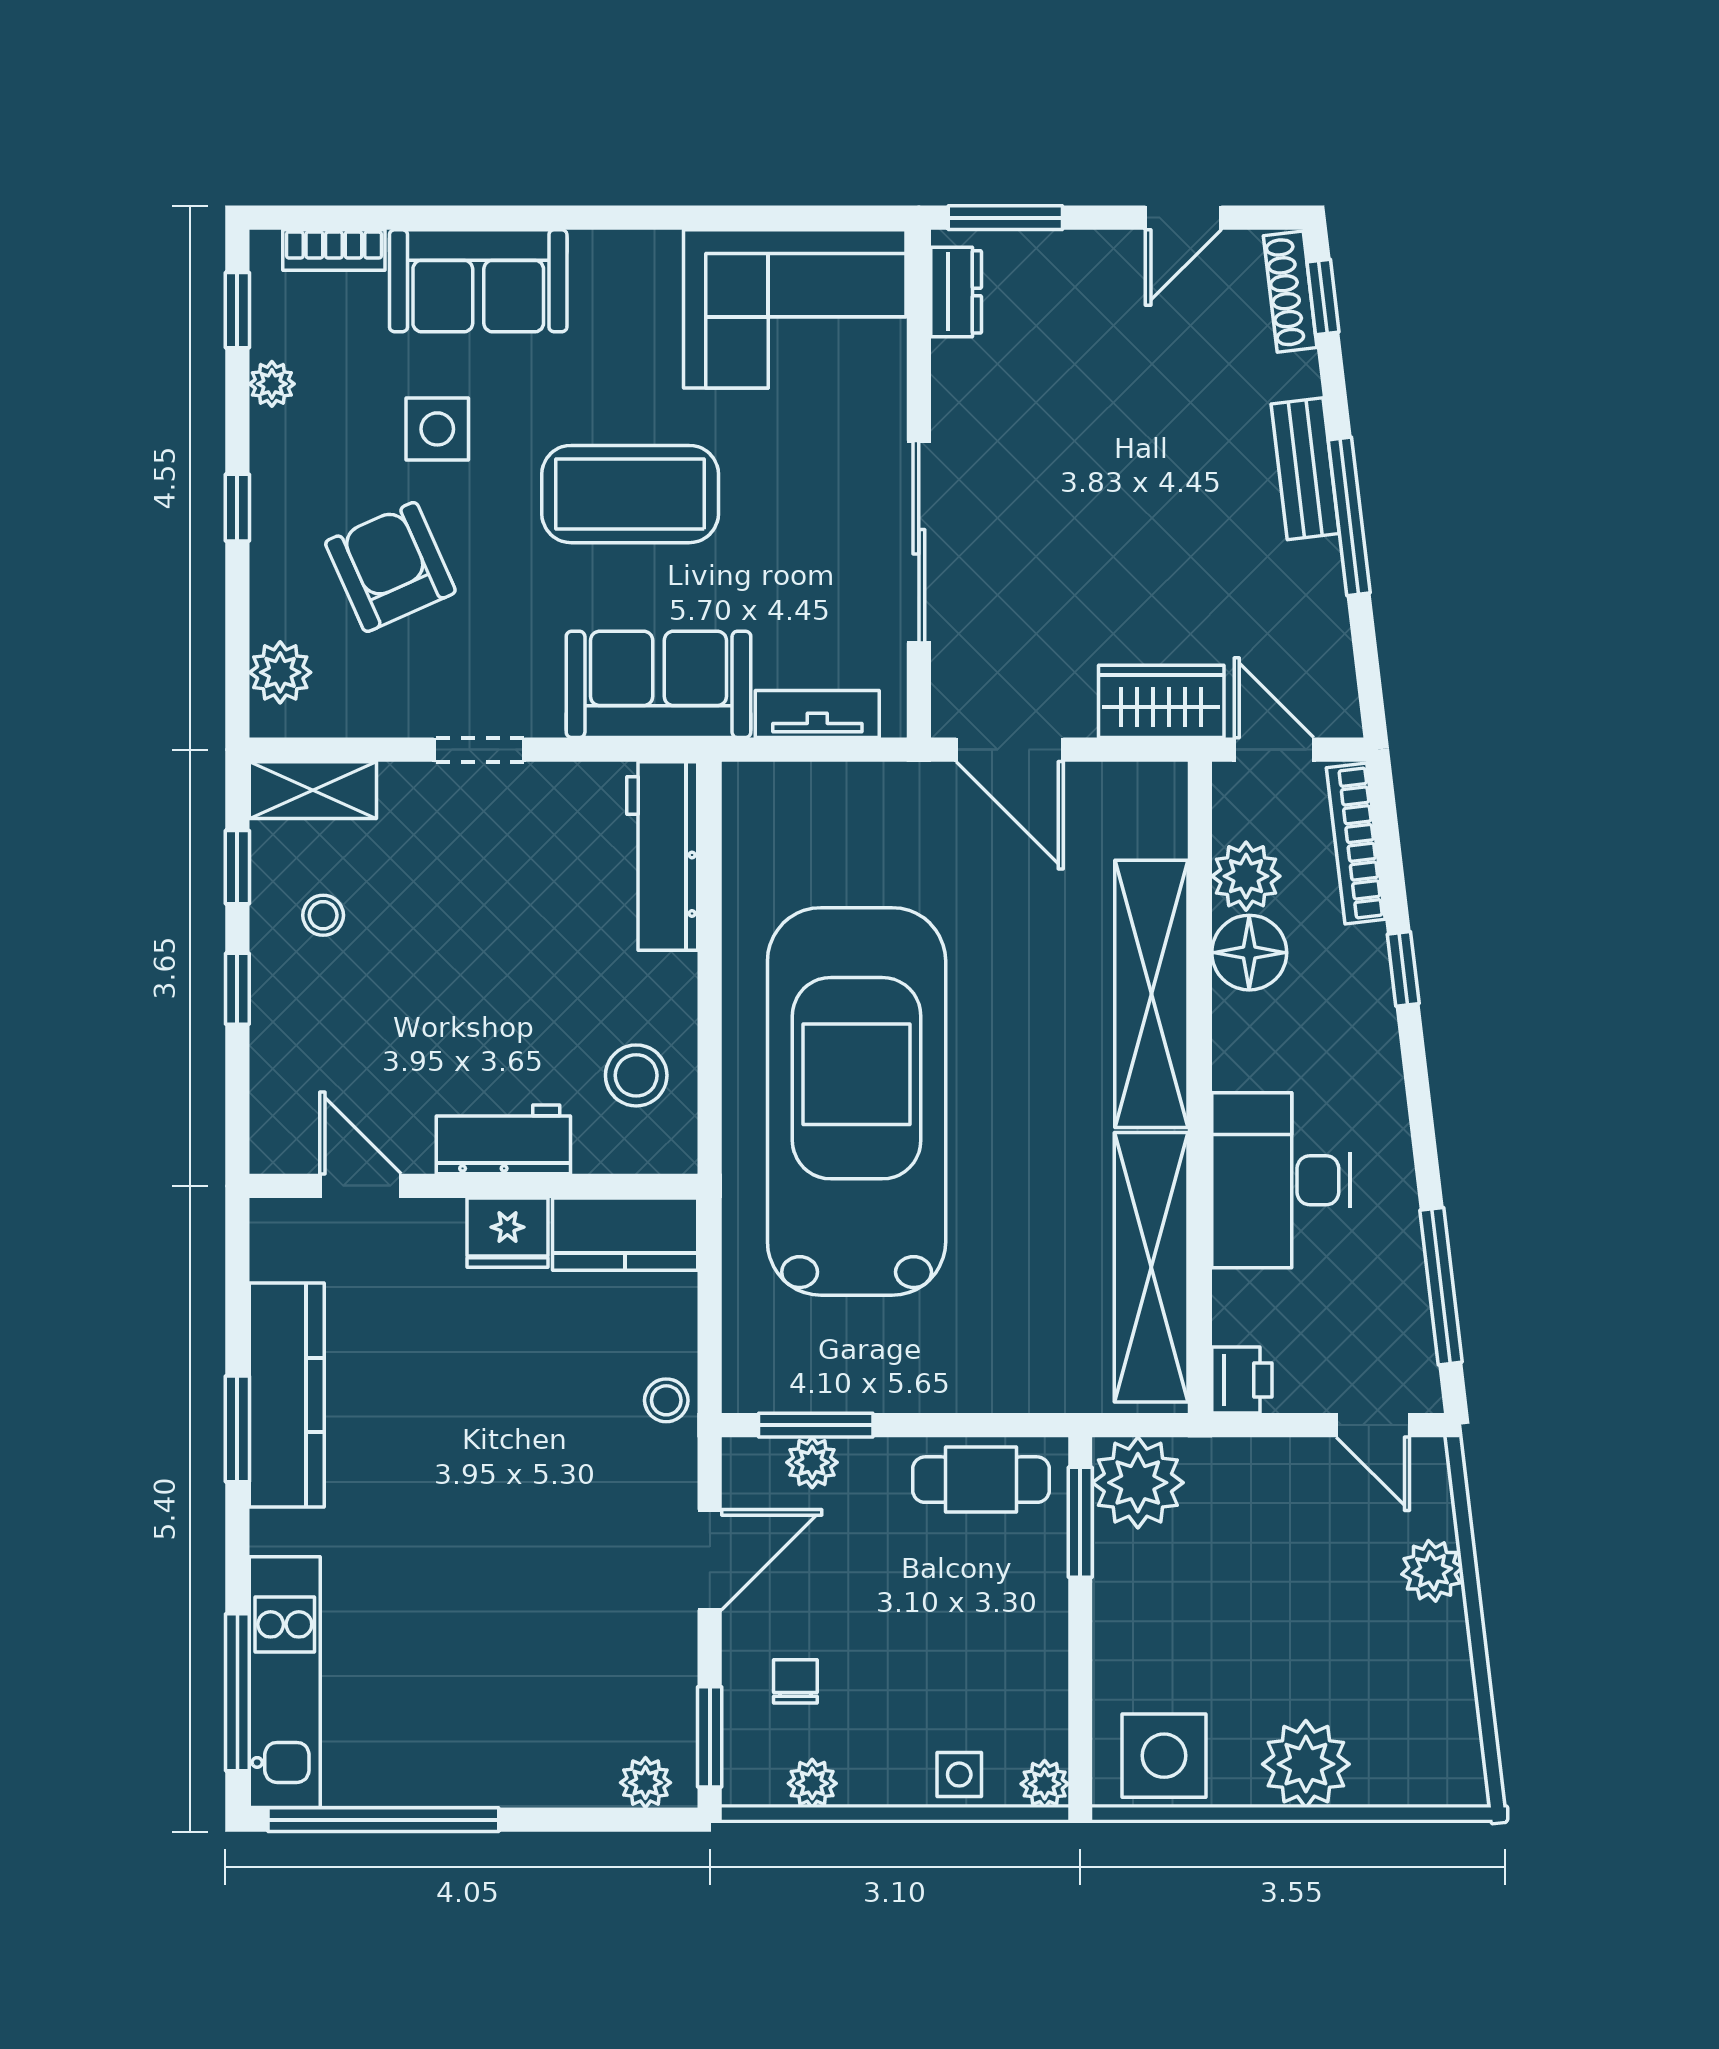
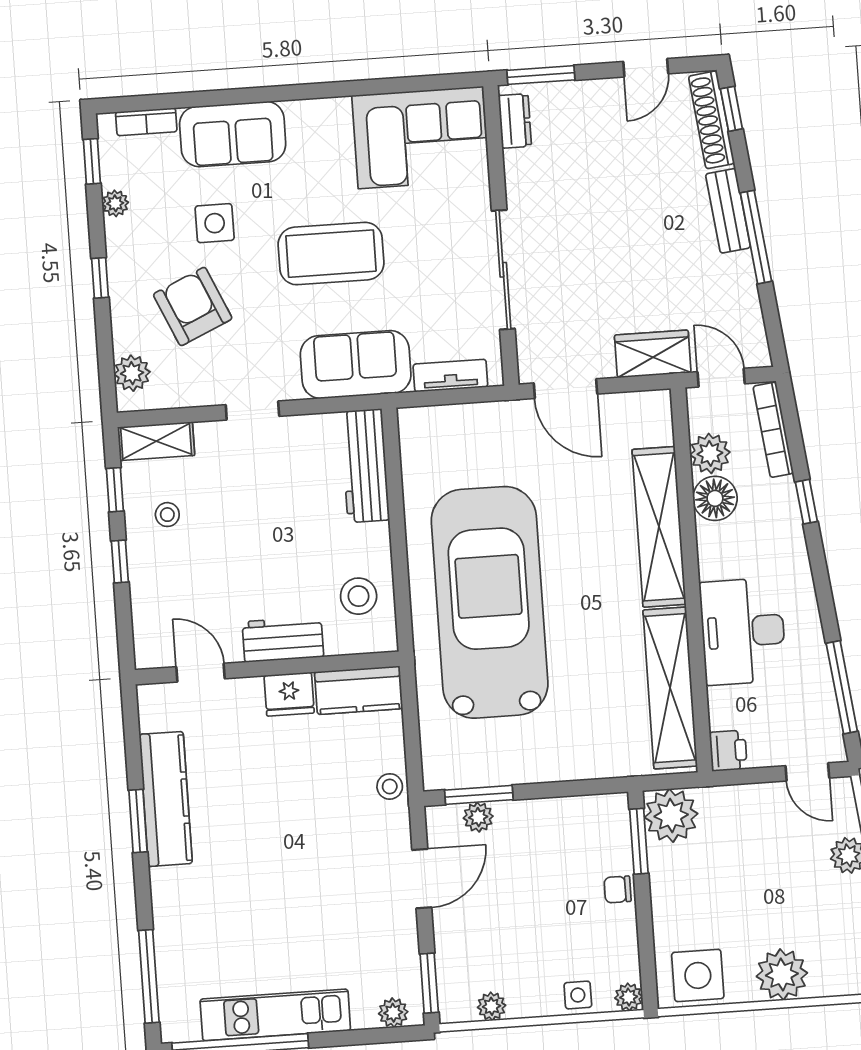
shoe rack: (1290, 292) -> (711, 120), width x1.36, depth x1.24
cafe table: (981, 1480) -> (579, 820), removed
chair: (795, 1681) -> (618, 889), moved, turned -90
kitchen unit: (285, 1682) -> (275, 1015), moved, turned -90

